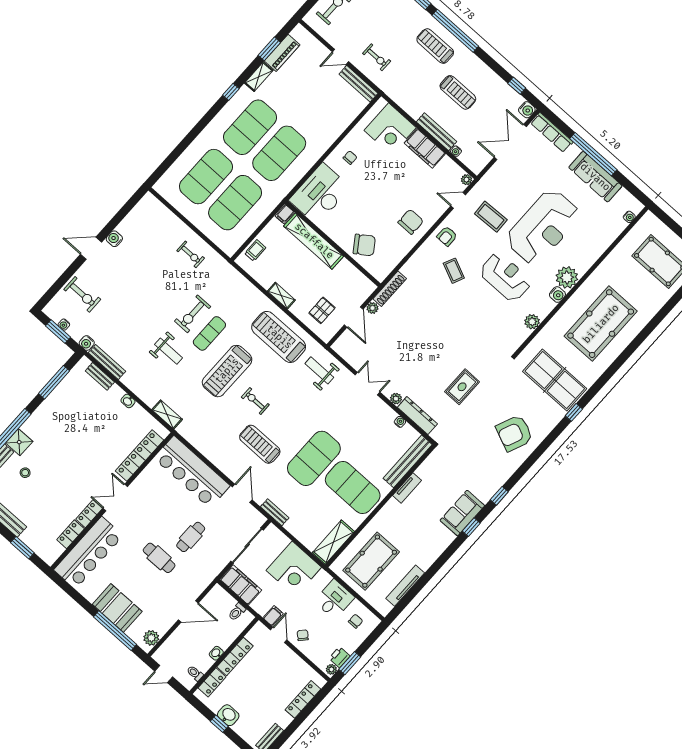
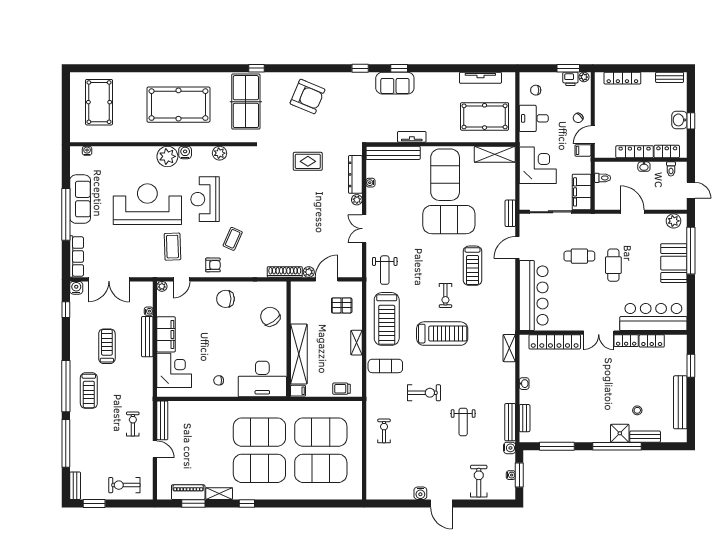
door: (458, 200) -> (181, 279), hinge flipped
exercise mat: (209, 333) -> (385, 366), moved
weight bench: (169, 351) -> (463, 422), moved, turned 180

